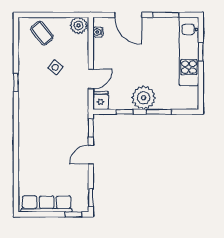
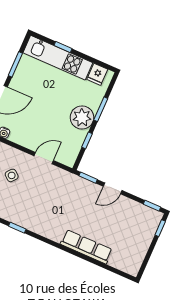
side table: (55, 67) -> (12, 175), moved
door: (91, 79) -> (44, 158), hinge flipped
fridge: (101, 101) -> (97, 74), moved, turned -90
door: (91, 155) -> (113, 188), hinge flipped
row of seats: (47, 204) -> (86, 247), moved, turned 90

